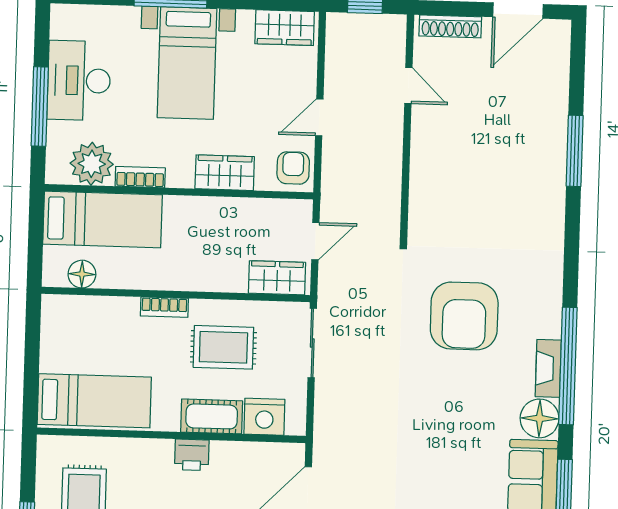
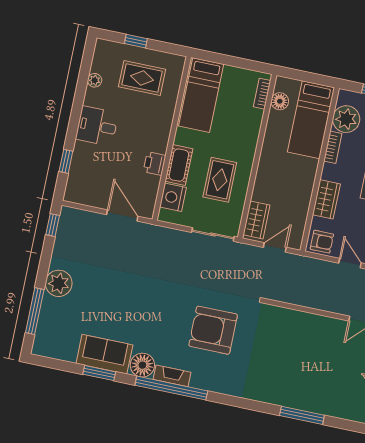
door: (315, 241) -> (275, 247), swing flipped
bookcase: (164, 307) -> (262, 94), moved
printer: (192, 455) -> (155, 164), moved

